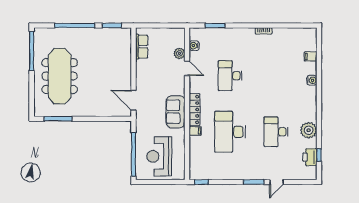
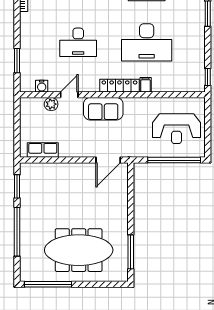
sofa: (176, 112) -> (103, 109), moved

